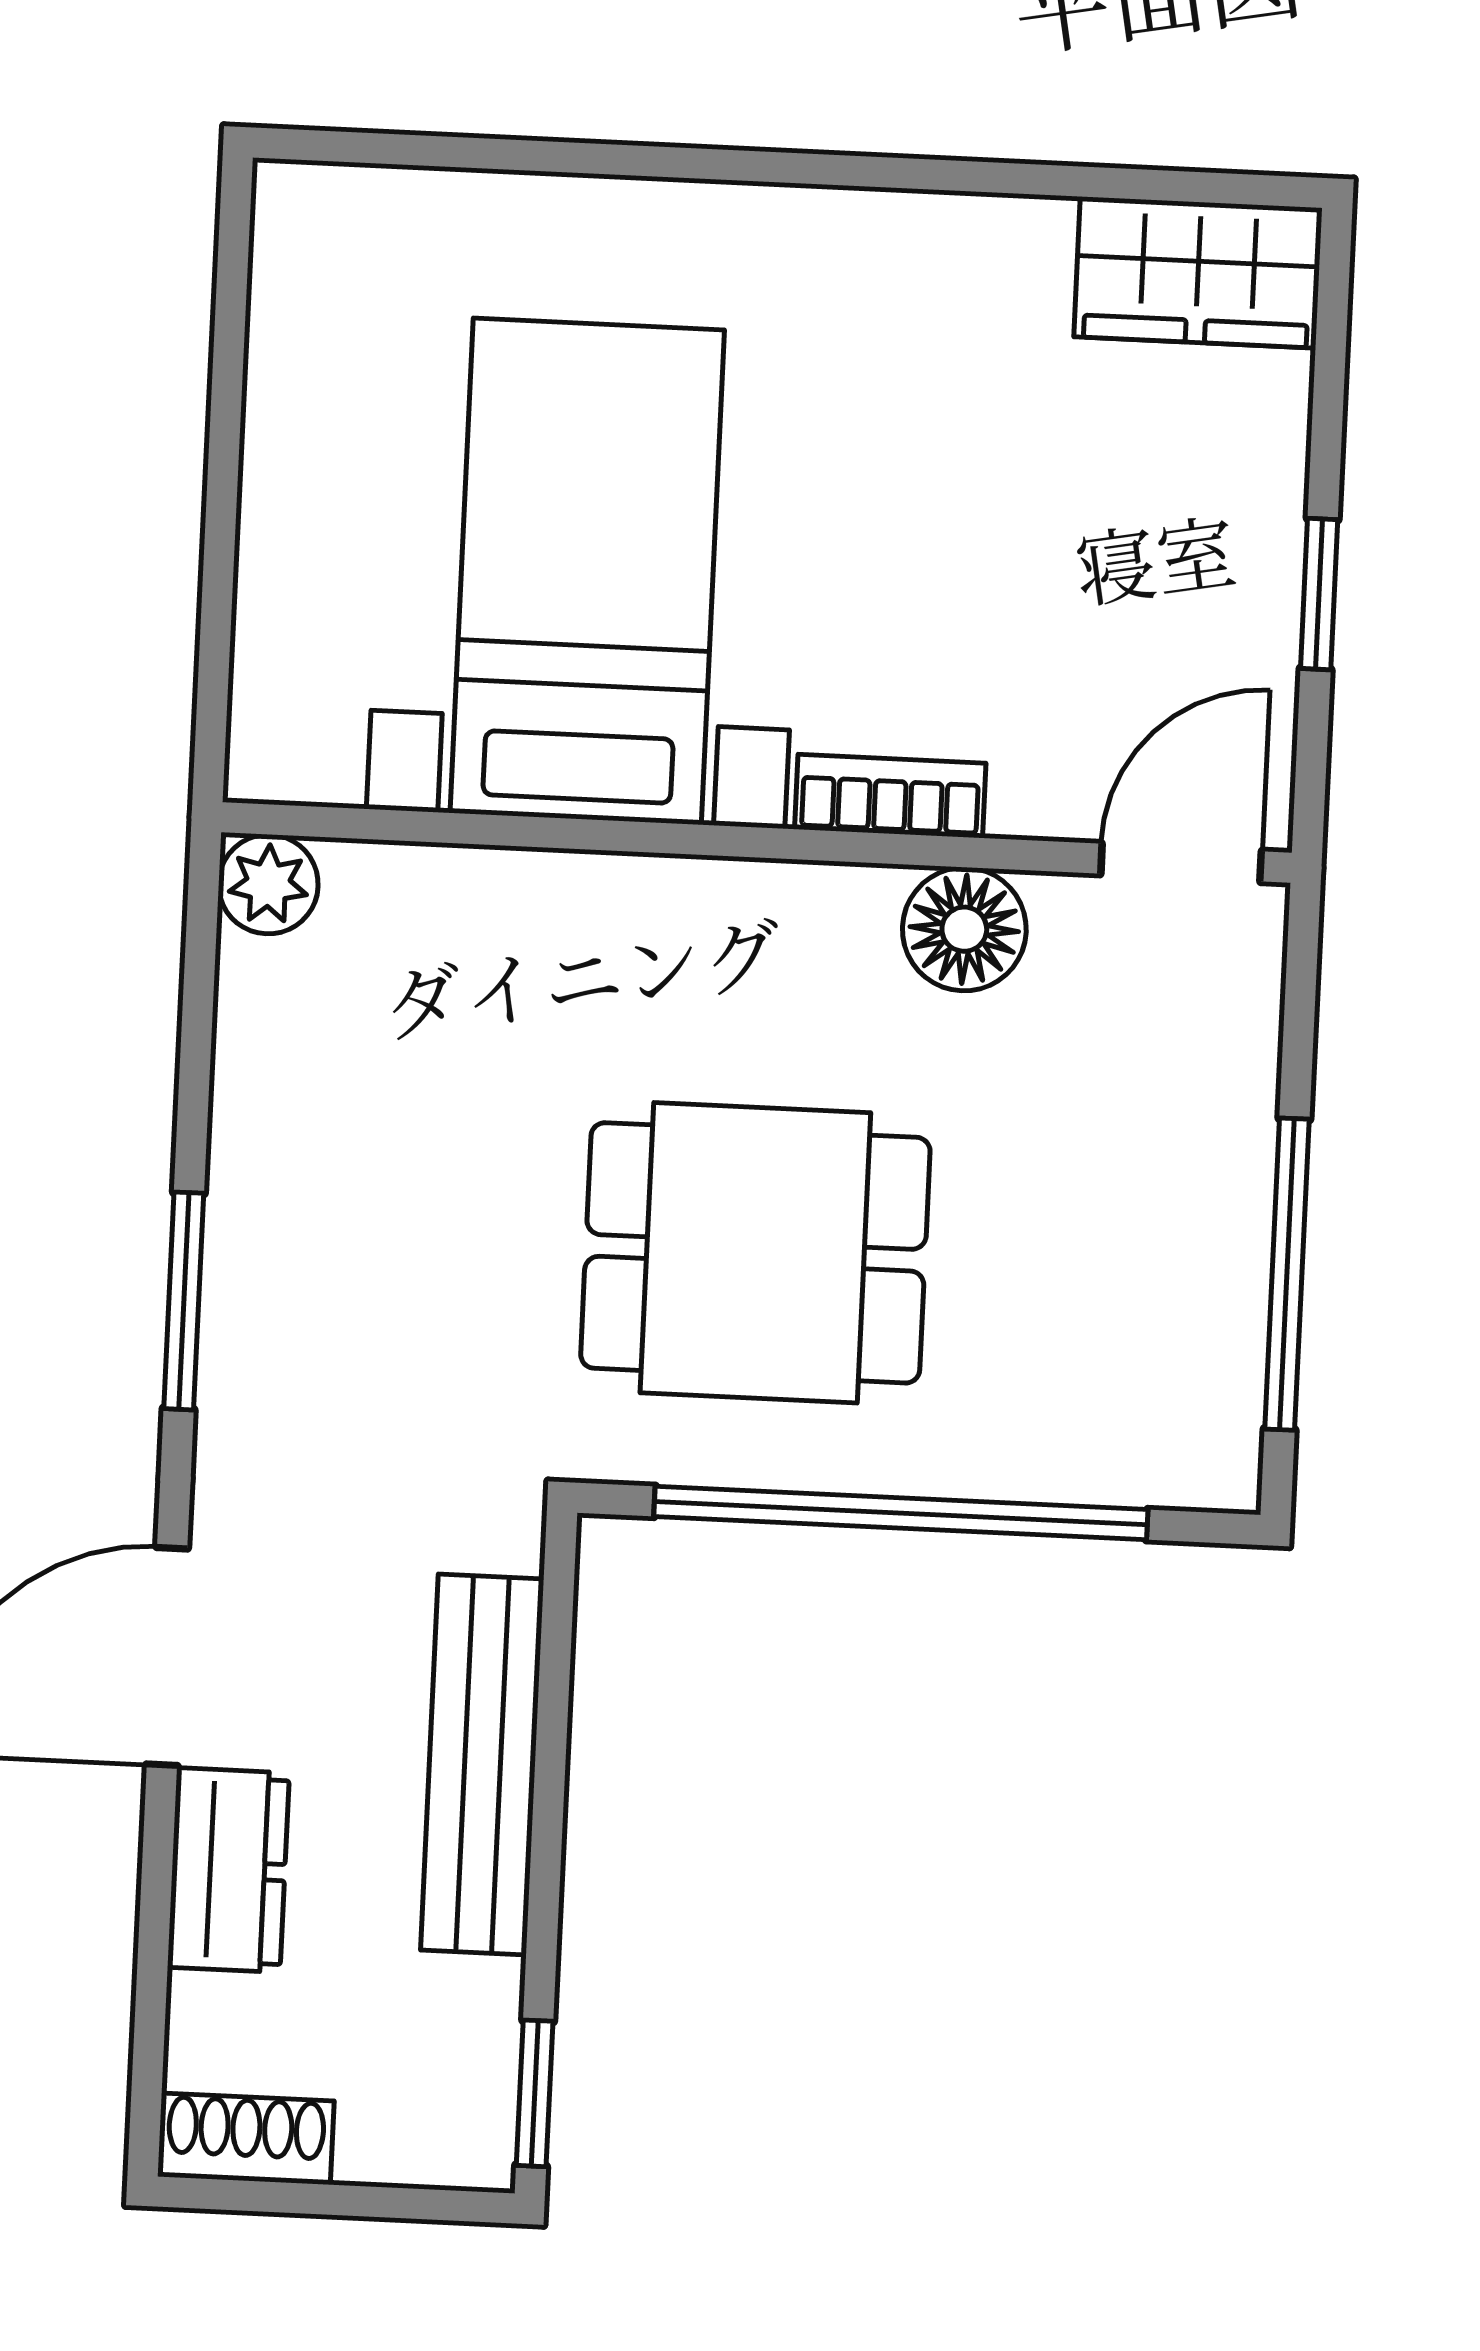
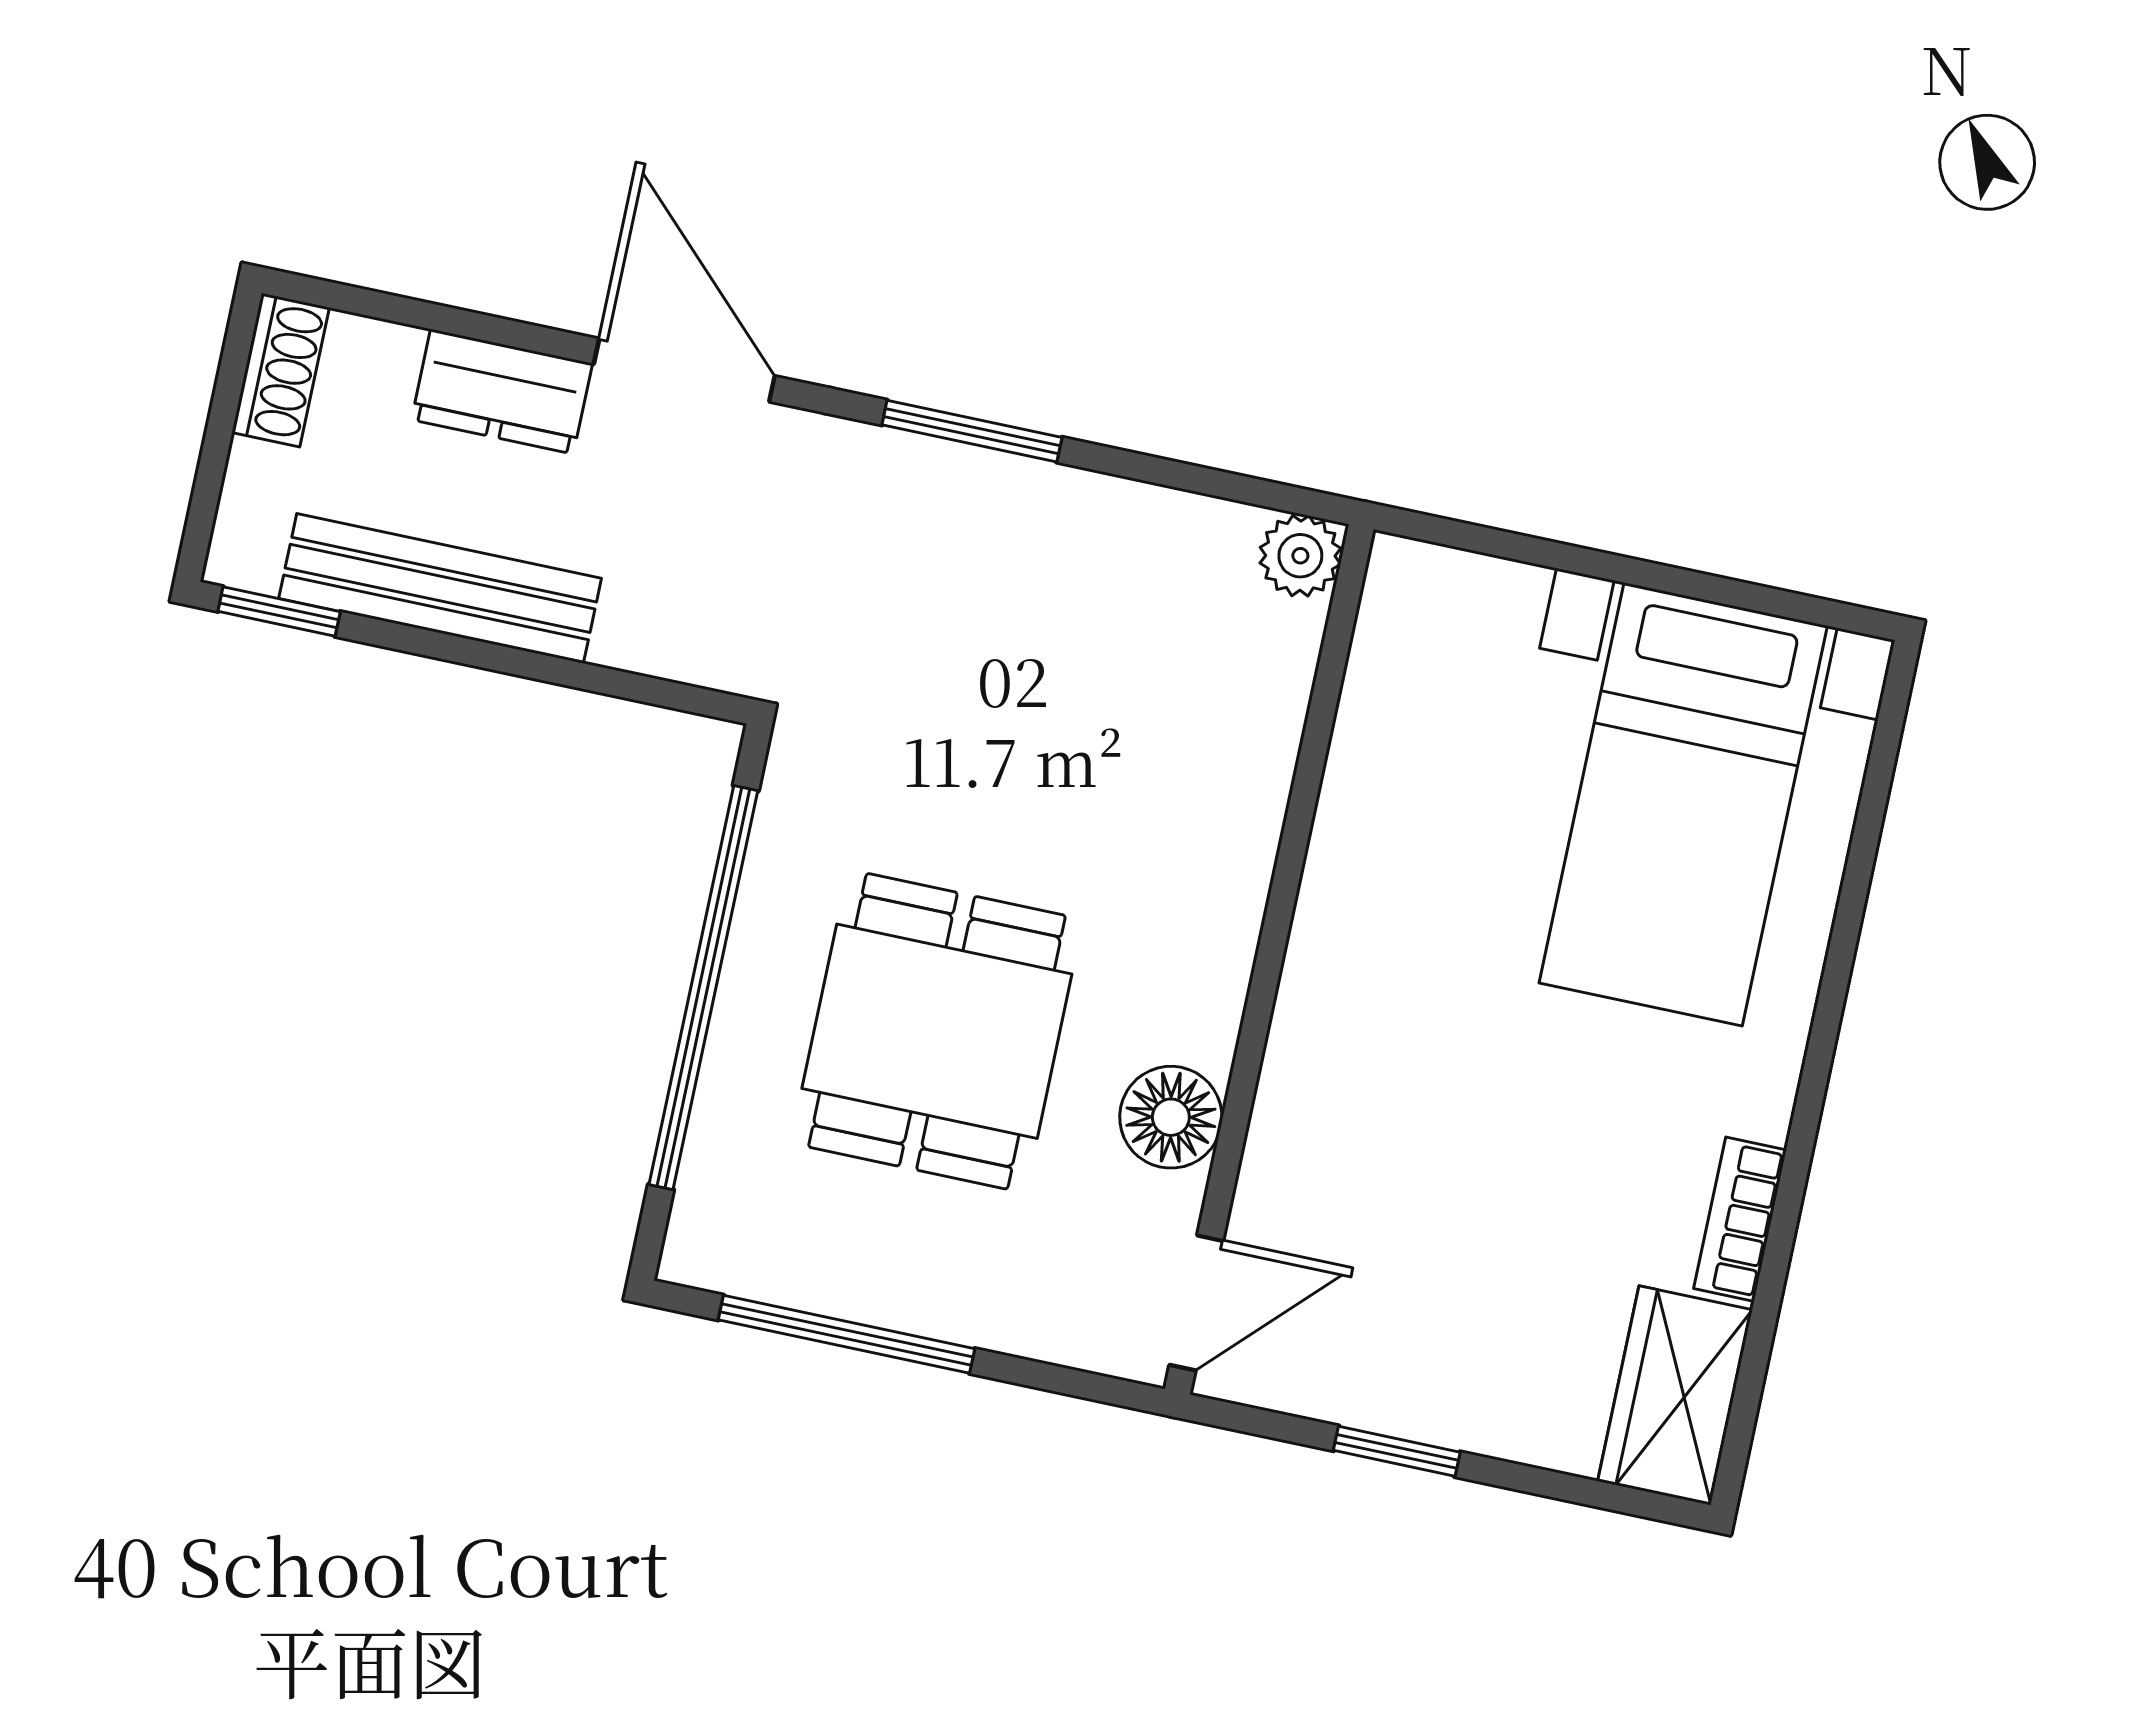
bed with nightstands: (587, 571) -> (1683, 804), moved, turned 90
bookcase: (890, 796) -> (1740, 1219), moved, turned 180
door: (1181, 862) -> (1196, 1303), hinge flipped
dining table: (755, 1253) -> (937, 1031), moved
bench: (482, 1765) -> (440, 588), moved

